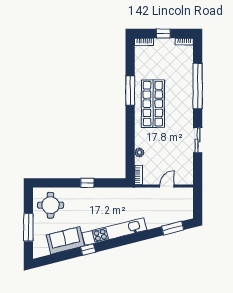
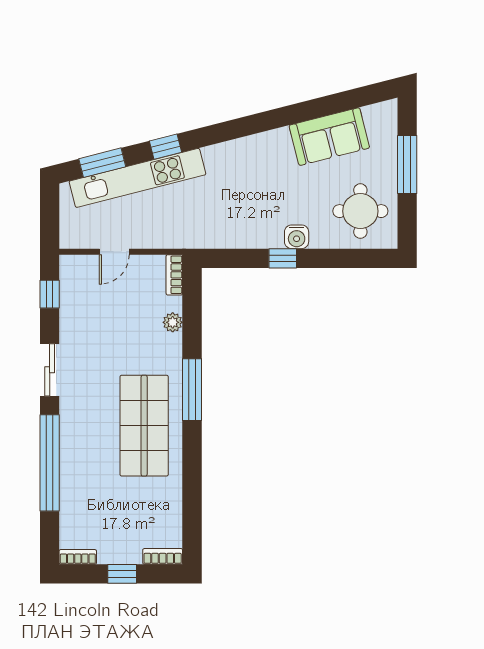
window: (130, 91) -> (192, 390), moved
sliding door: (198, 140) -> (50, 370), moved
window: (198, 166) -> (50, 294), added
water cooler: (81, 193) -> (297, 237), added
kitchen unit: (114, 231) -> (138, 178), moved
window: (88, 250) -> (165, 147), moved

